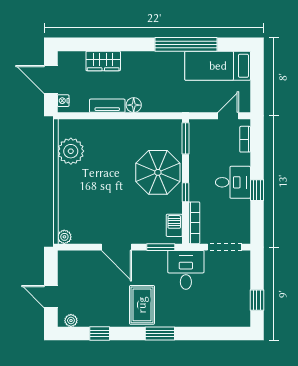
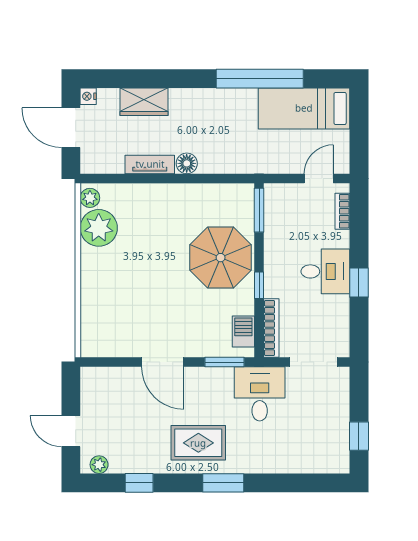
nightstand: (63, 101) -> (88, 96), moved
plant: (64, 237) -> (90, 198), moved
rug: (142, 305) -> (198, 443), turned 90

